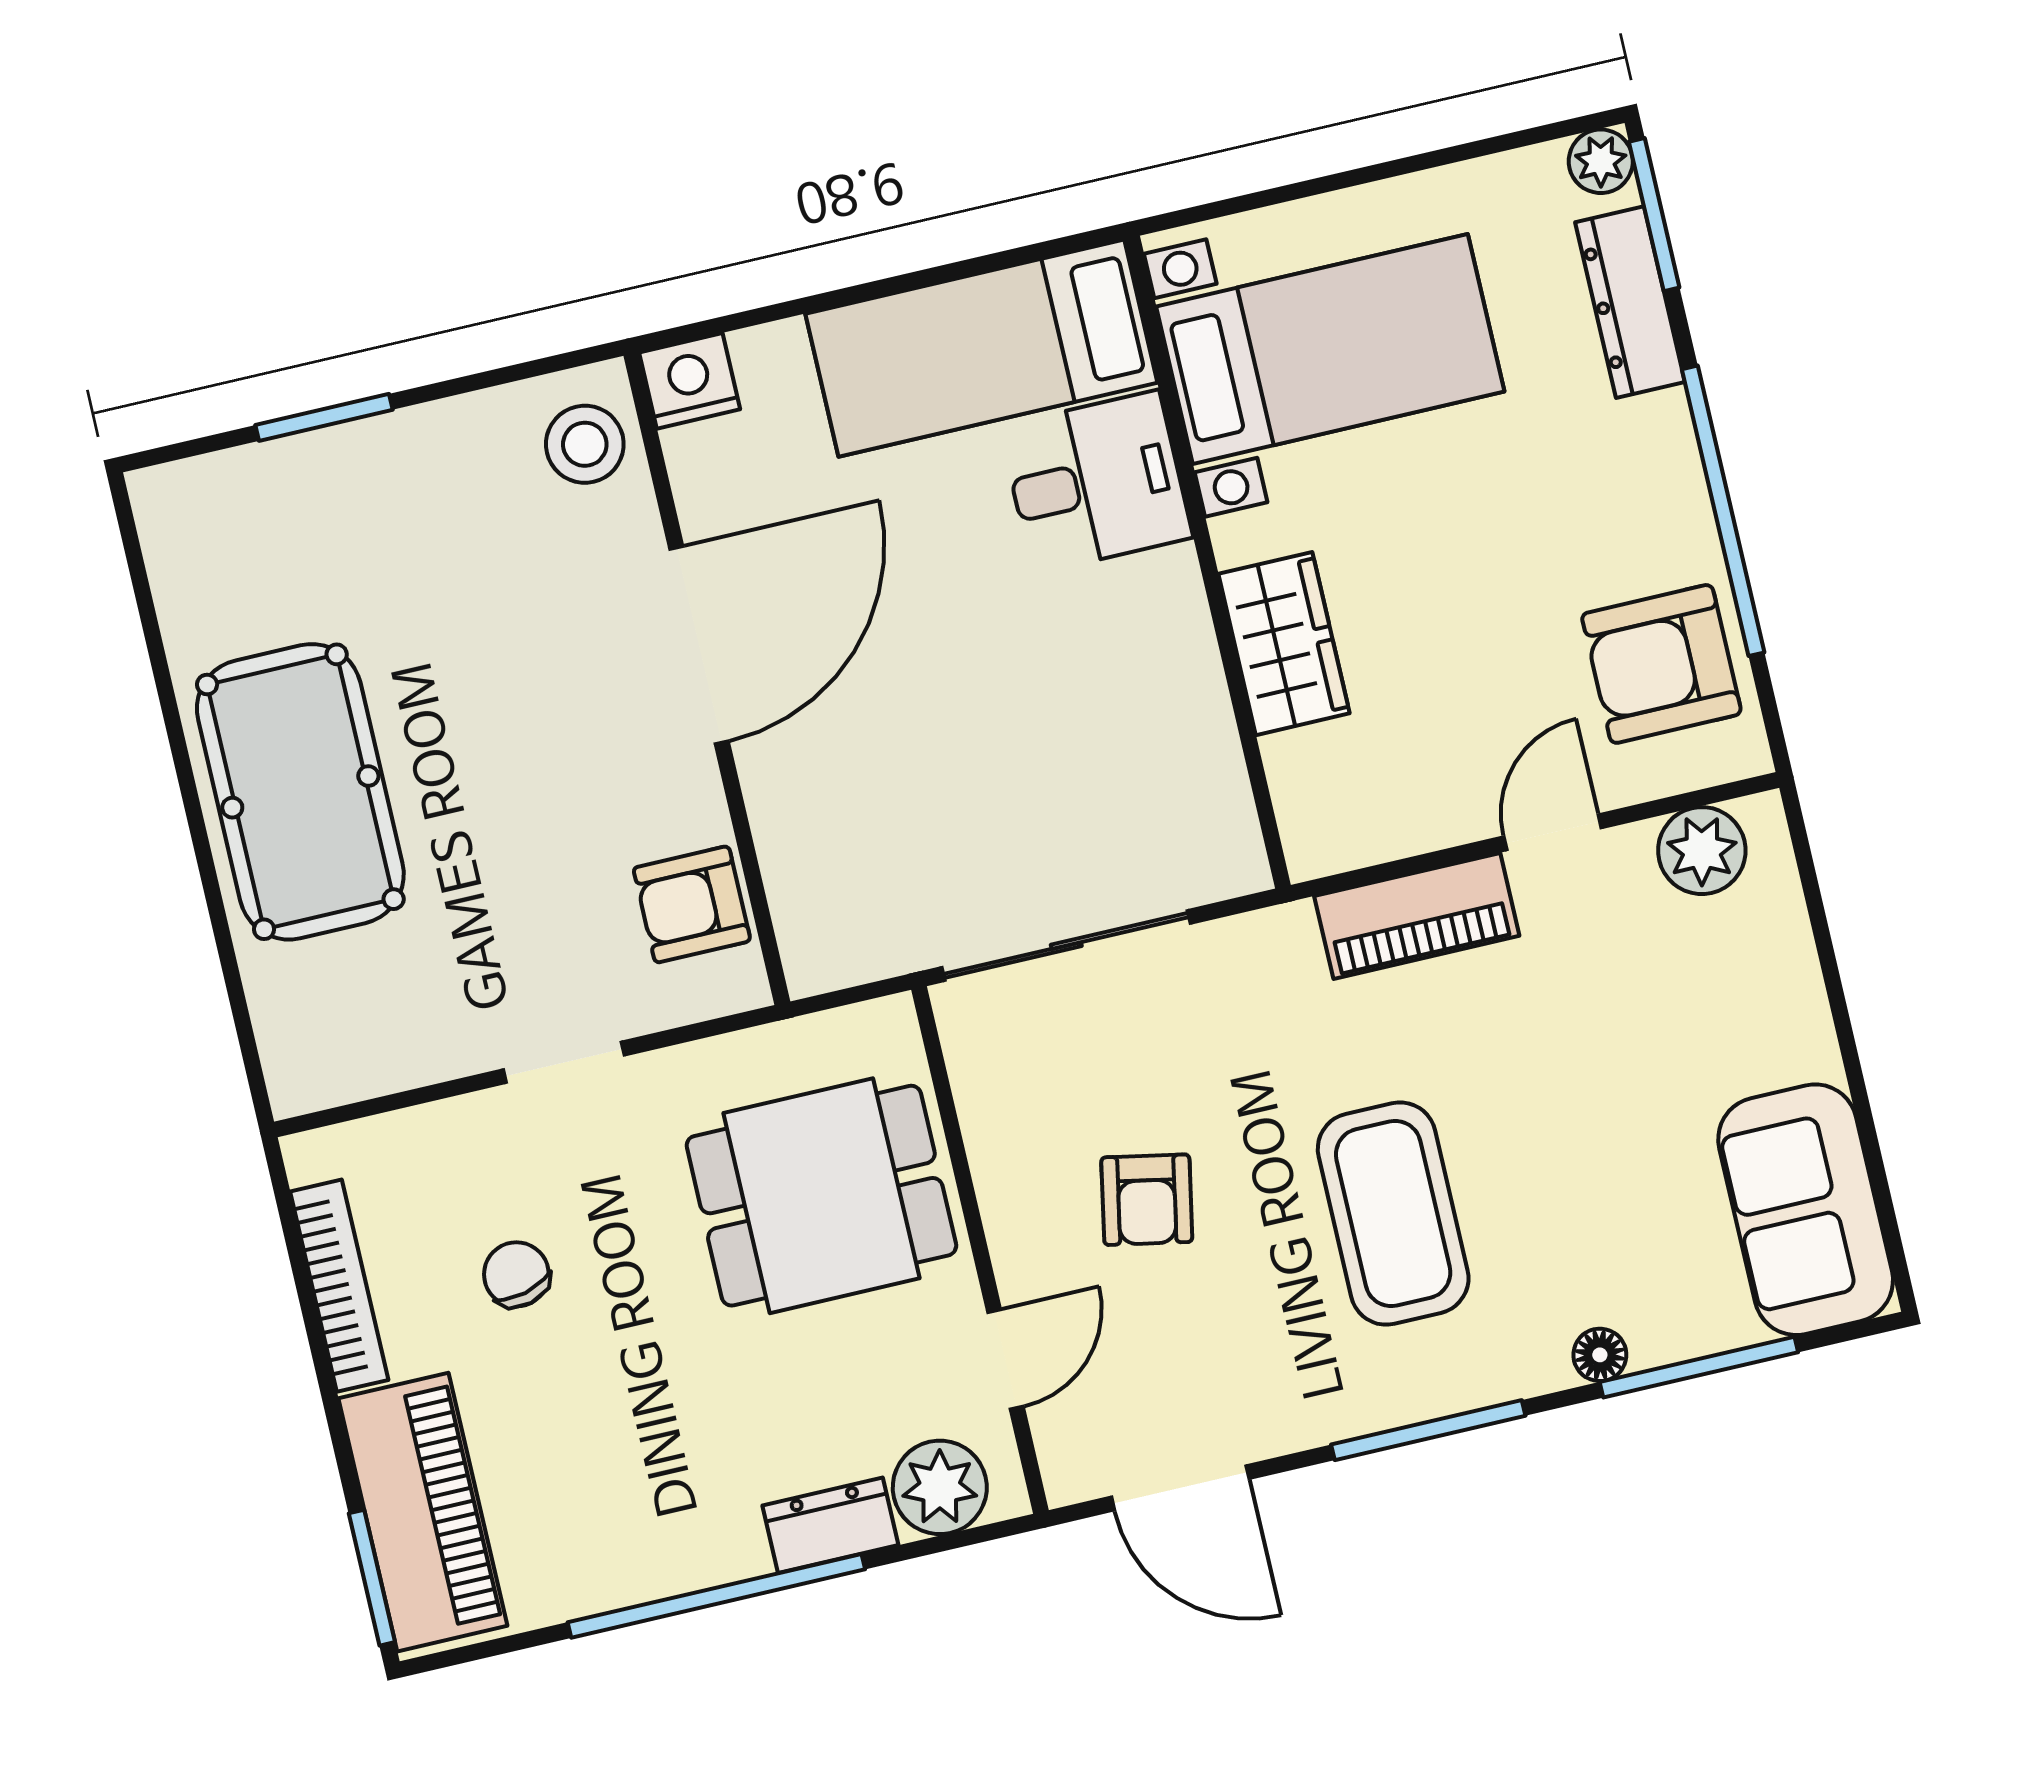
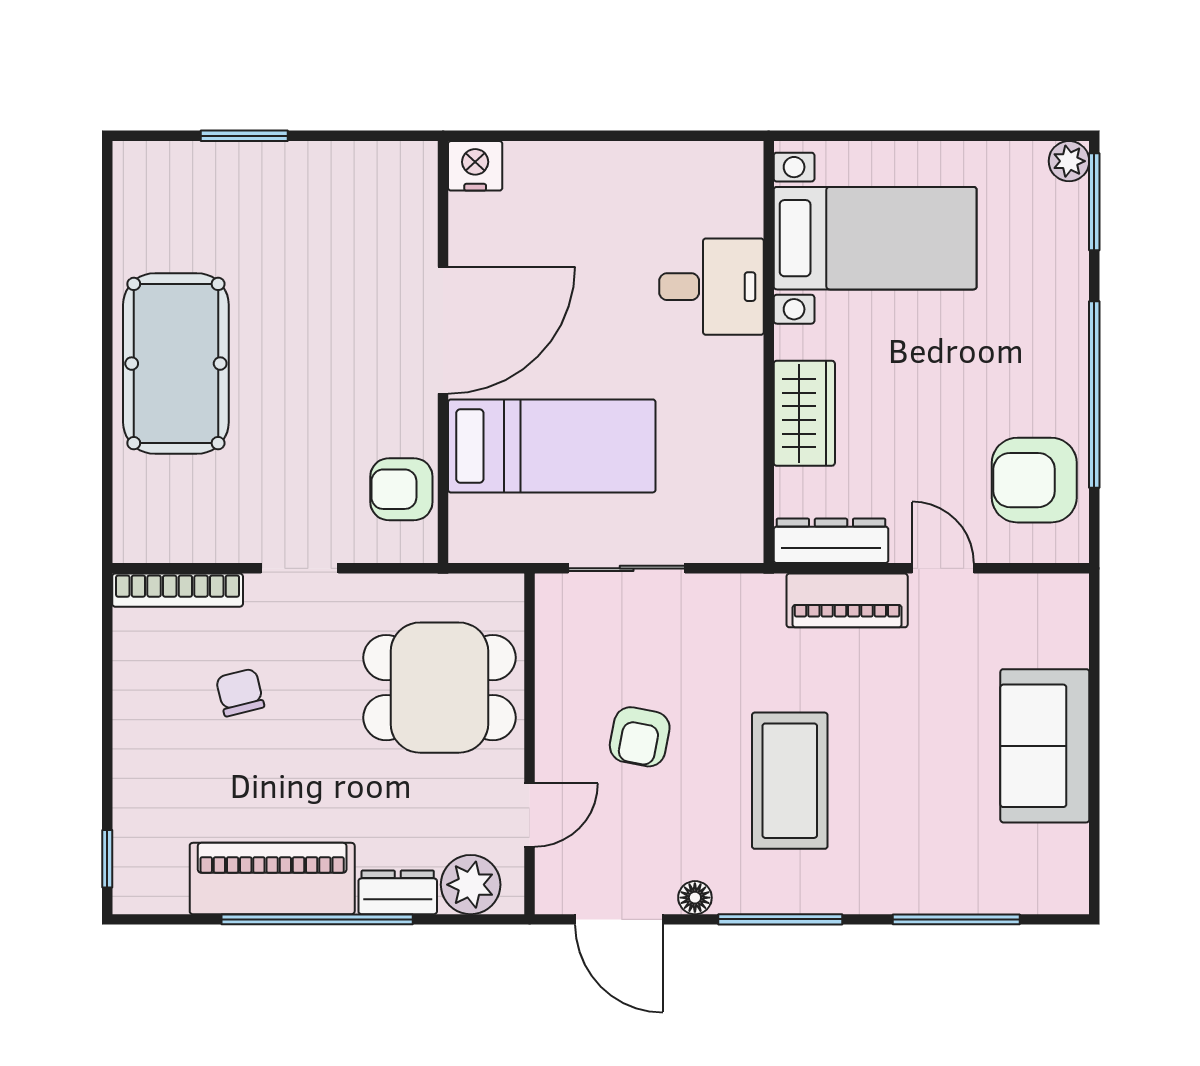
dresser: (1630, 302) -> (831, 541), moved, turned 90
bed: (981, 348) -> (552, 446), moved, turned 180
stool: (585, 444) -> (401, 190), removed
door: (1553, 832) -> (943, 568), hinge flipped
plant: (1702, 851) -> (1032, 601), removed
sliding door: (1066, 945) -> (627, 568), width x0.73
sofa: (1806, 1210) -> (1045, 746), moved
bookcase: (339, 1286) -> (178, 590), moved, turned 90
floor lamp: (1600, 1355) -> (695, 898), moved
piano: (423, 1512) -> (272, 879), moved, turned -90
window: (372, 1578) -> (107, 859), width x0.67

